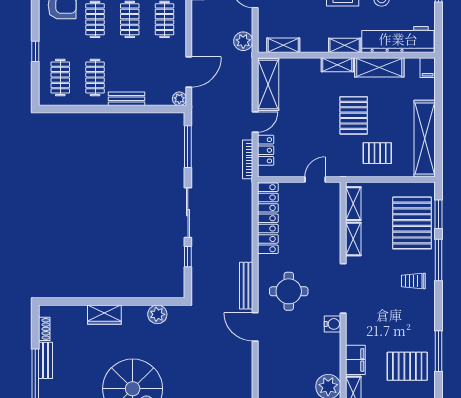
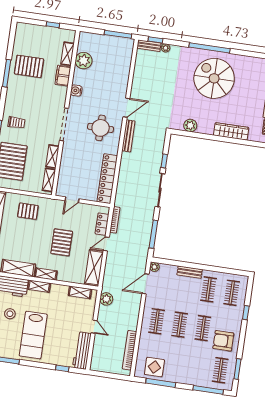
pallet: (354, 115) -> (62, 242), moved
wardrobe: (104, 315) -> (231, 131), width x1.50
water cooler: (333, 324) -> (76, 91), moved
door: (255, 327) -> (126, 108), hinge flipped

